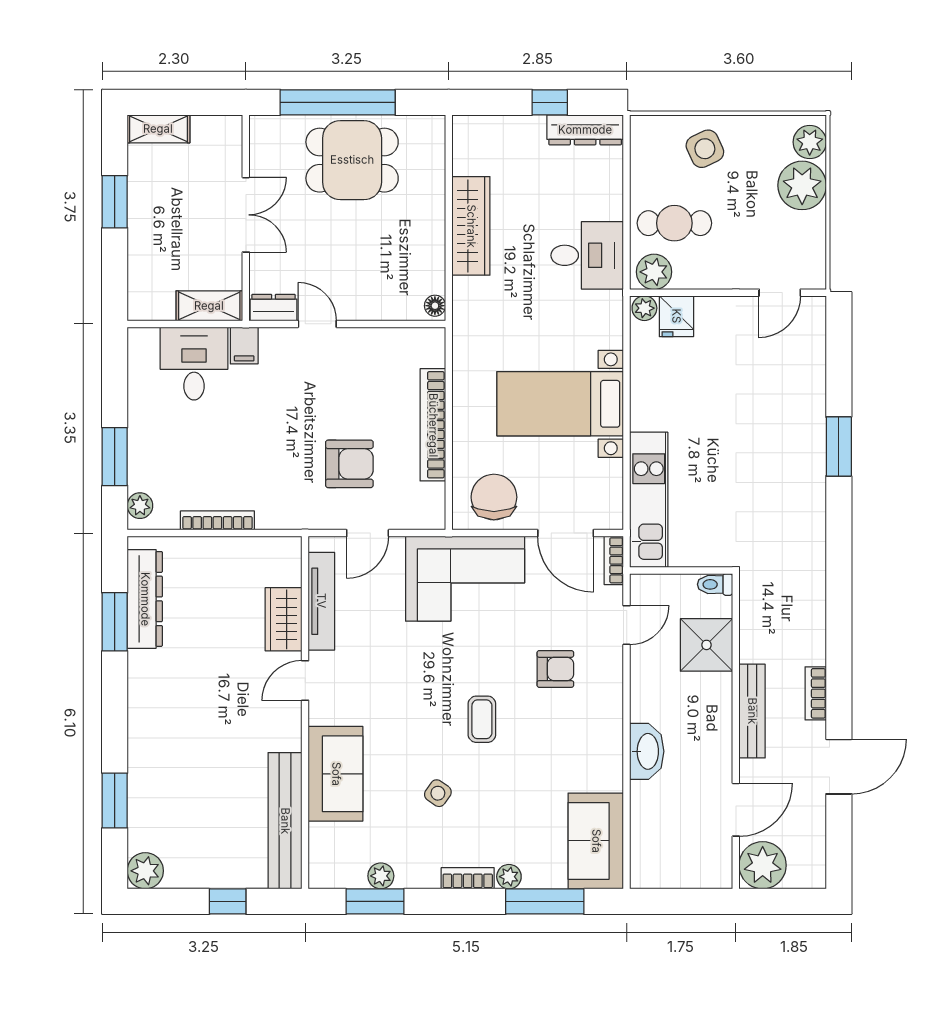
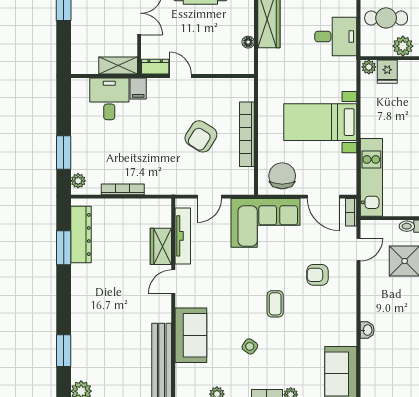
plant: (654, 272) -> (403, 46), moved
floor lamp: (435, 306) -> (248, 42), moved
armchair: (349, 464) -> (201, 136), moved, turned 122
armchair: (555, 669) -> (317, 275), turned 180
washbasin: (647, 751) -> (367, 330), width x0.52, depth x0.69

